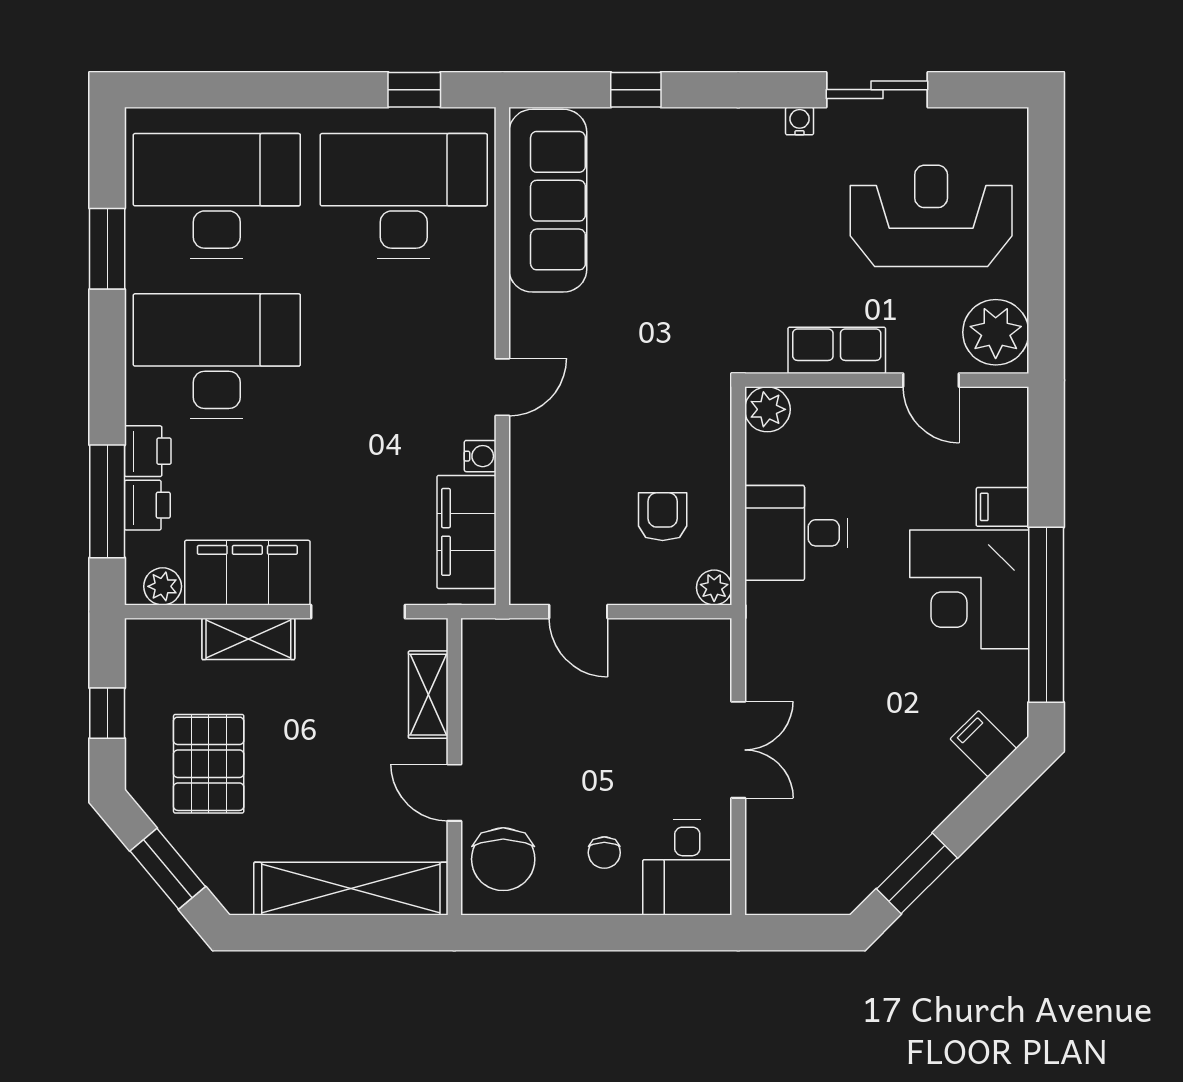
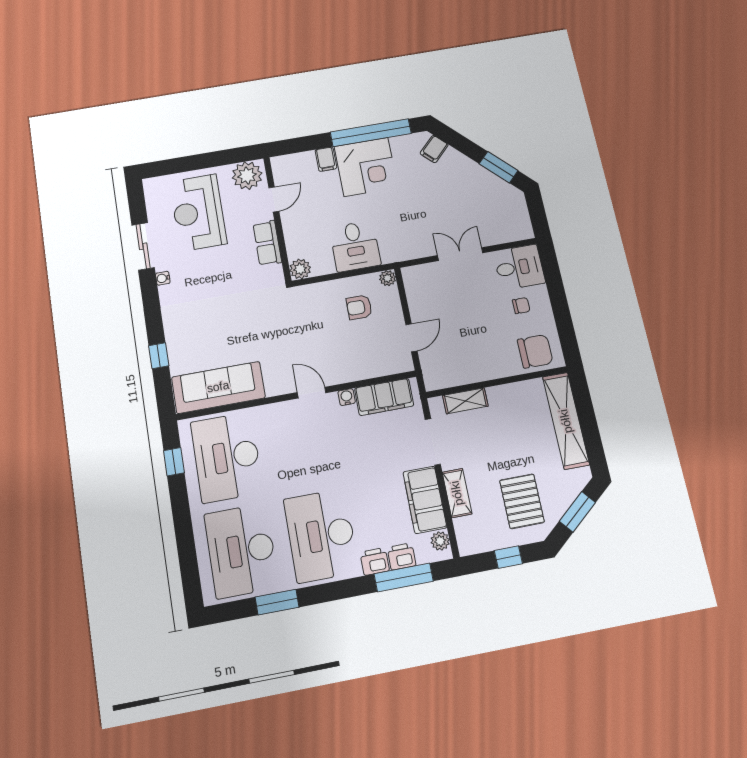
pallet: (209, 764) -> (522, 501), turned 90
door: (454, 793) -> (509, 380), removed

